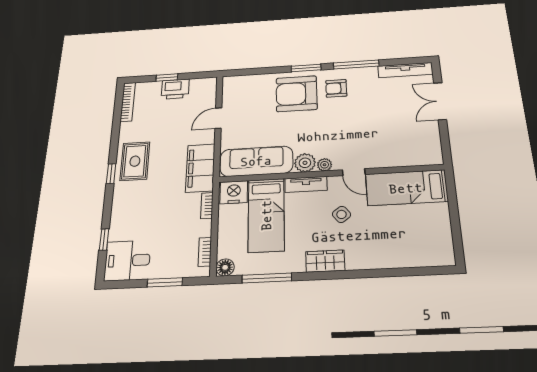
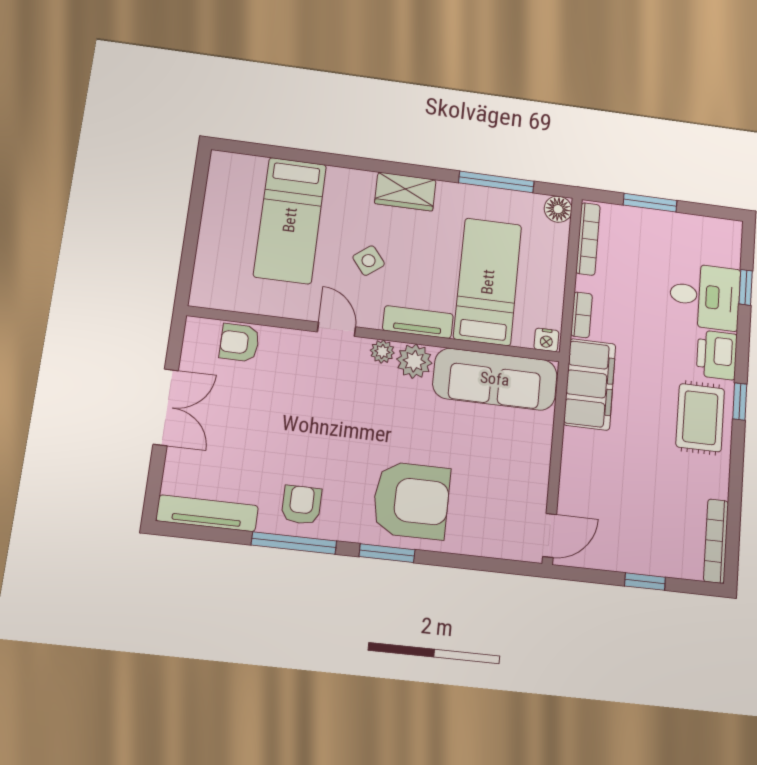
armchair: (336, 88) -> (301, 505), moved, turned -90
printer: (175, 89) -> (717, 355), moved, turned -90
double door: (440, 101) -> (166, 407), moved
door: (218, 118) -> (550, 535), moved
armchair: (409, 155) -> (239, 343), added
bed: (406, 188) -> (290, 220), moved, turned 90
nightstand: (234, 192) -> (546, 340), width x0.53, depth x0.56
bookcase: (205, 252) -> (588, 239), width x1.56
desk: (127, 260) -> (705, 296), moved

